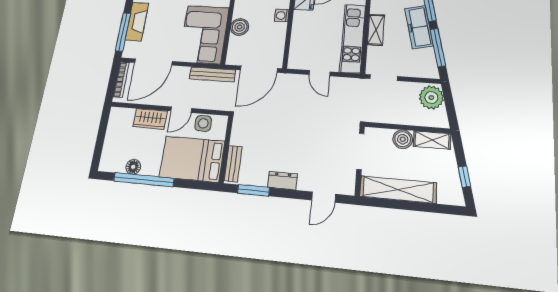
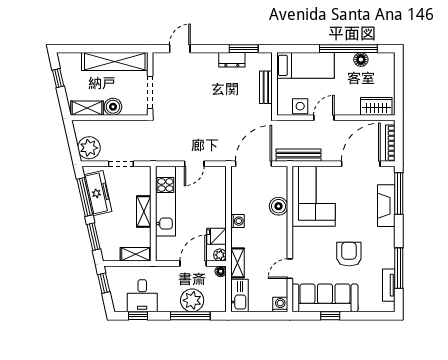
freezer: (419, 27) -> (98, 193), moved
door: (320, 73) -> (194, 164), swing flipped
doorway: (384, 78) -> (121, 164), moved
wardrobe: (150, 119) -> (376, 106), moved
bed: (192, 159) -> (305, 65), width x0.67
bench: (233, 164) -> (266, 87), moved
dresser: (282, 181) -> (232, 60), moved

